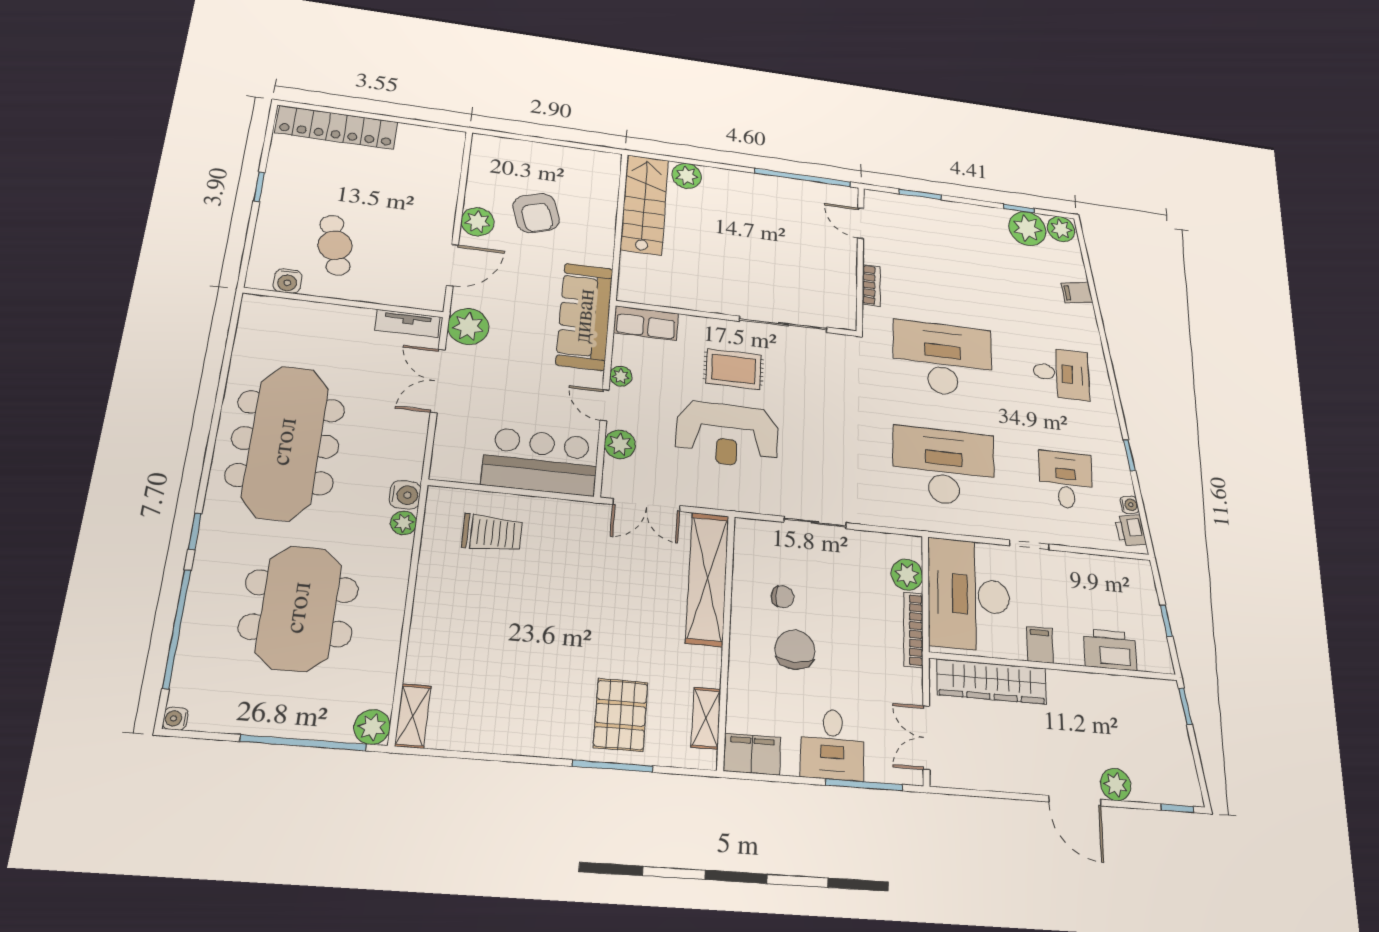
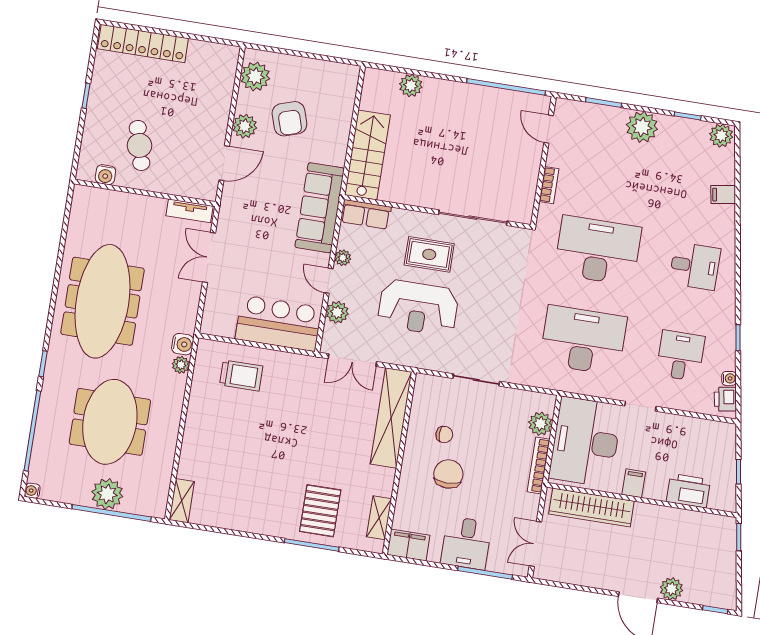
stairs: (644, 205) -> (367, 155), moved
plant: (1027, 229) -> (642, 127), moved
plant: (468, 326) -> (255, 76), moved
plant: (372, 727) -> (107, 494), moved, width x1.36, depth x1.36

